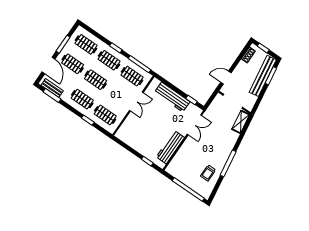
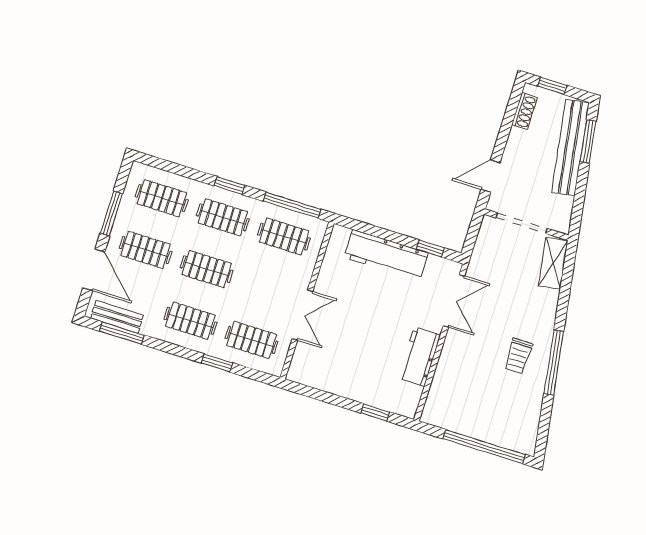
double door: (136, 101) -> (302, 315), moved
workbench: (170, 147) -> (419, 357), width x0.73
trolley: (208, 173) -> (518, 356), moved

